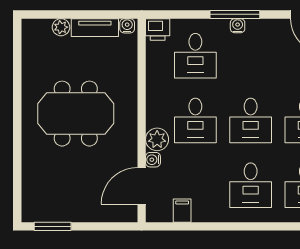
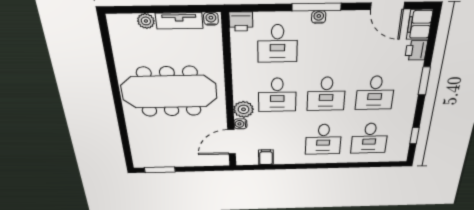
meeting table: (76, 114) -> (169, 92), width x1.36

